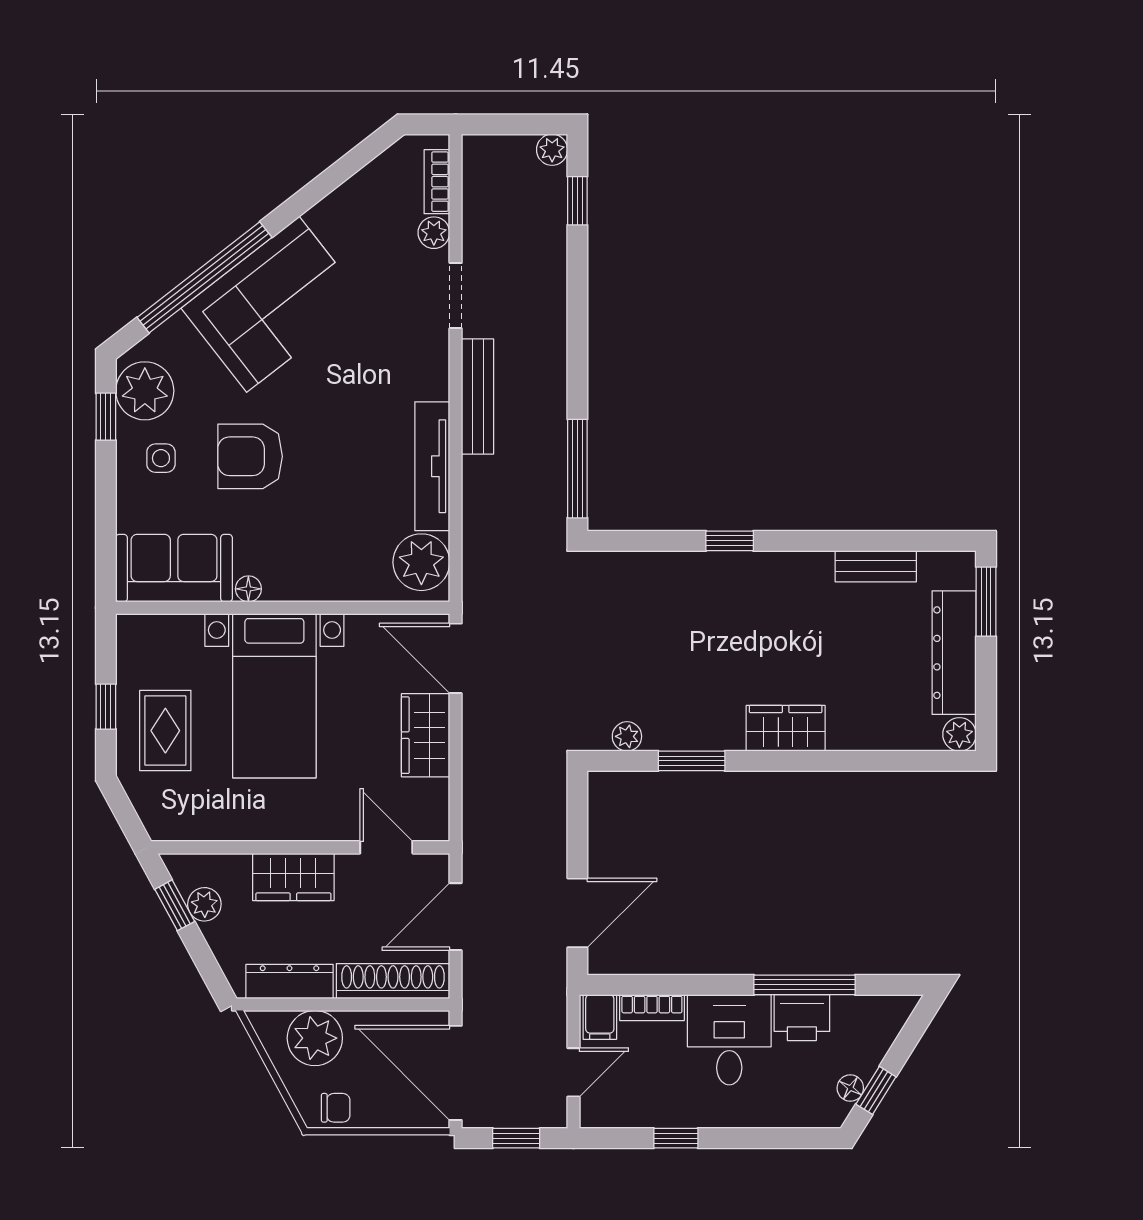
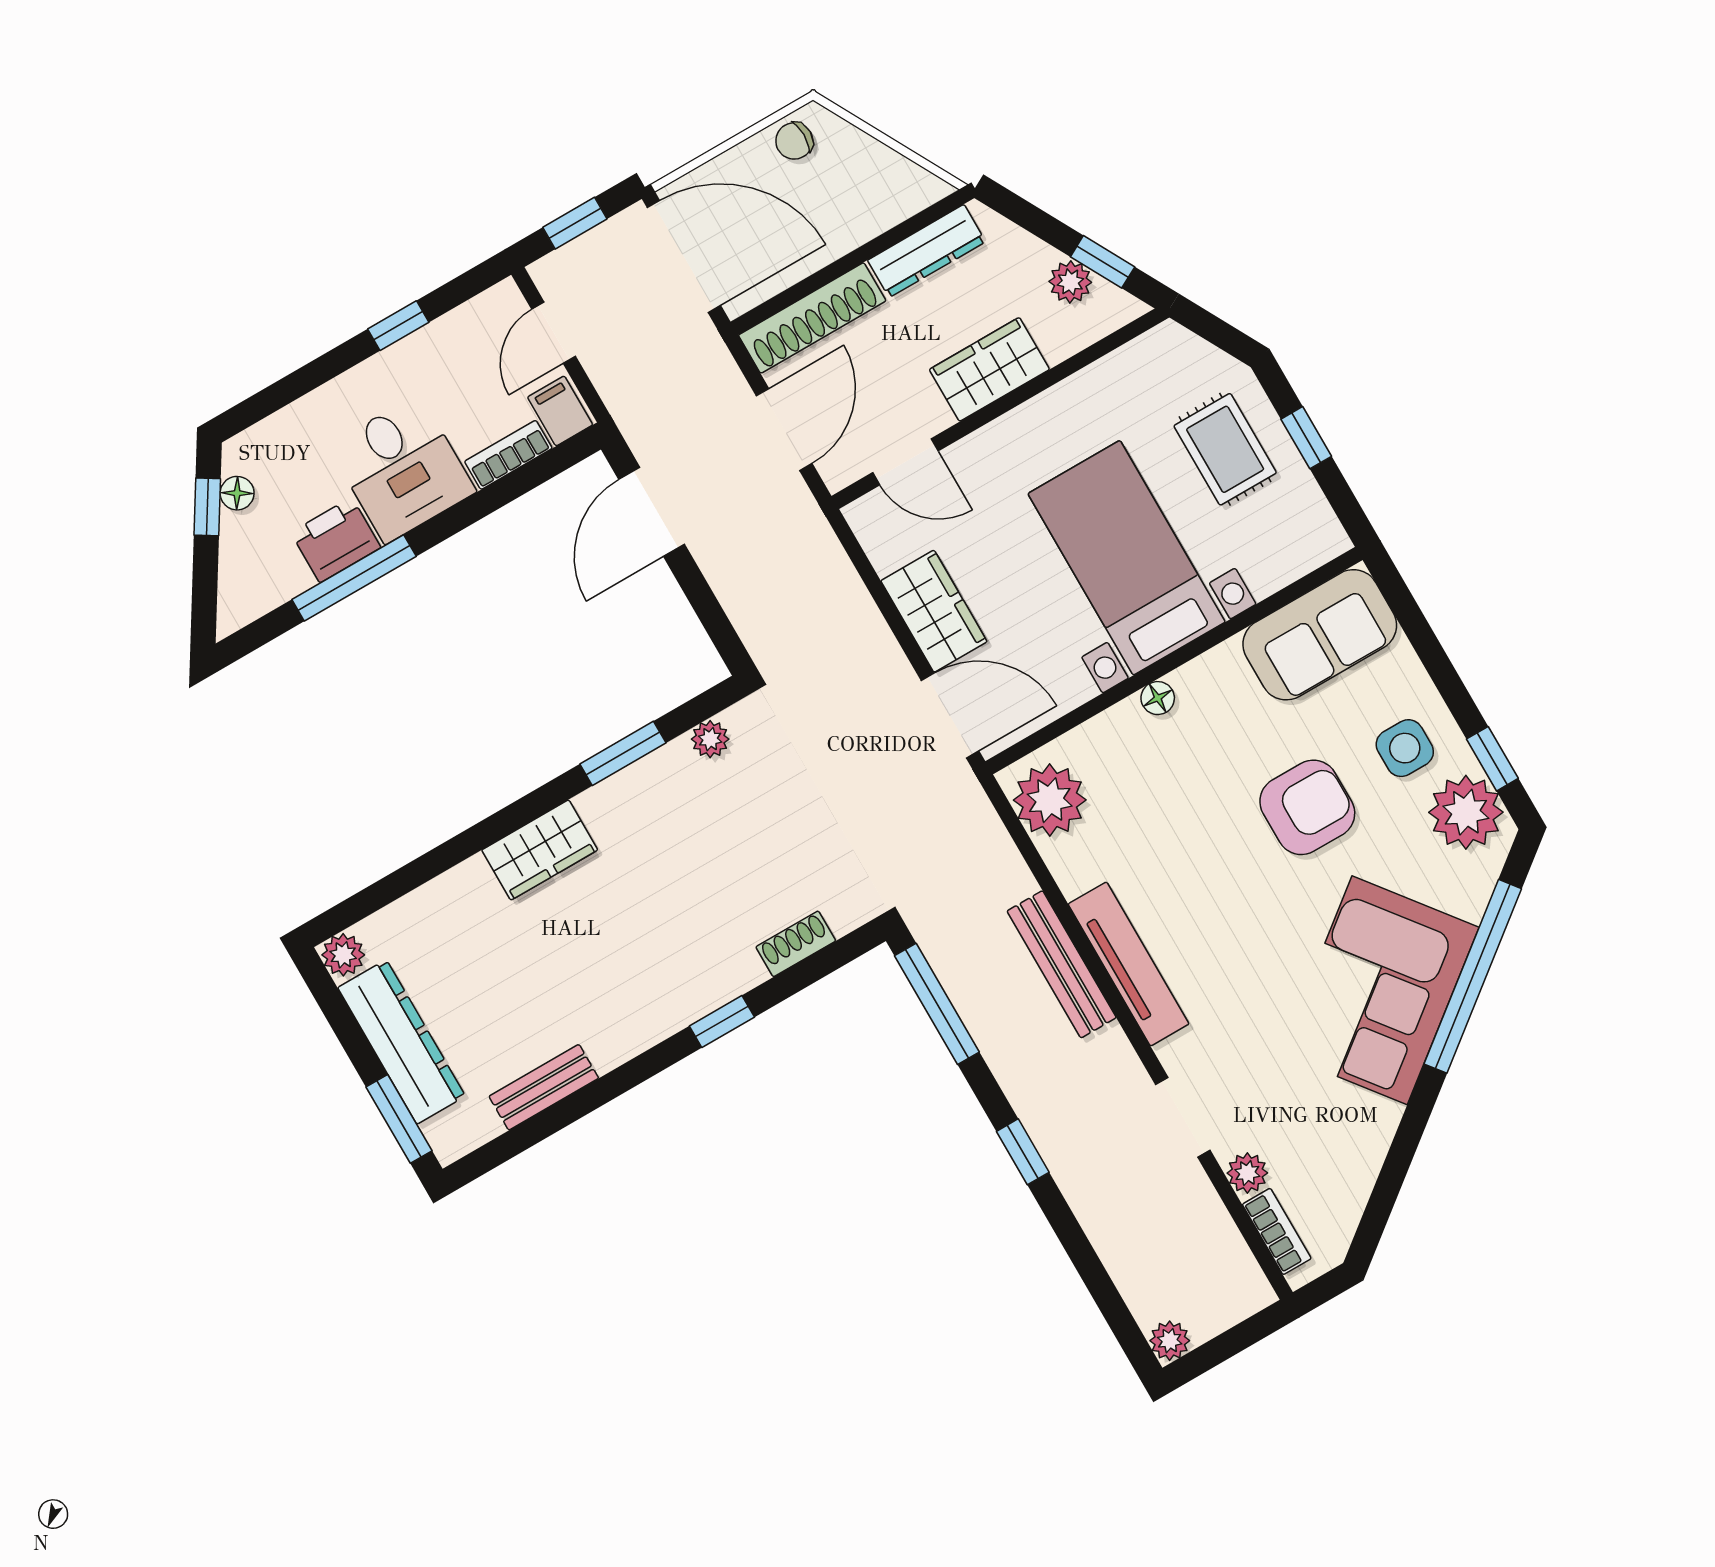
window: (577, 201) -> (1023, 1152), moved
bench: (478, 397) -> (1062, 964), moved
side table: (161, 458) -> (1405, 748), width x1.37, depth x1.37
tv unit: (432, 466) -> (1129, 964), moved
shoe rack: (649, 564) -> (796, 944), added
floor lamp: (248, 589) -> (1158, 698), moved
plant: (315, 1038) -> (862, 205), removed

